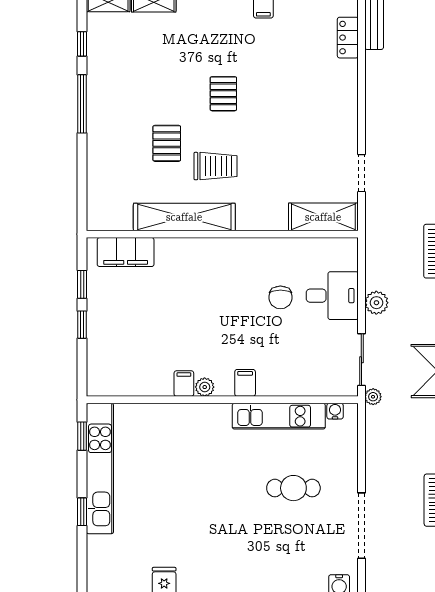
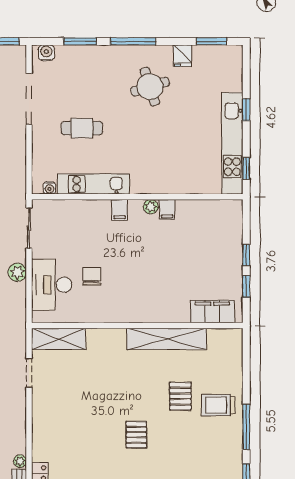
trolley: (216, 166) -> (218, 405), moved
desk: (332, 296) -> (52, 285), width x1.37
plant: (373, 397) -> (20, 461), moved
round table: (206, 541) -> (150, 87), added

